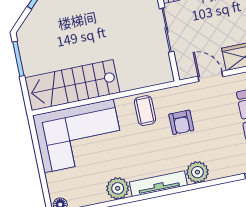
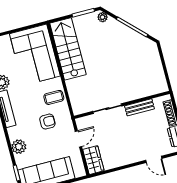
plant: (27, 30) -> (103, 17), added
armchair: (181, 122) -> (47, 122), turned 180
plant: (197, 172) -> (19, 147), moved

